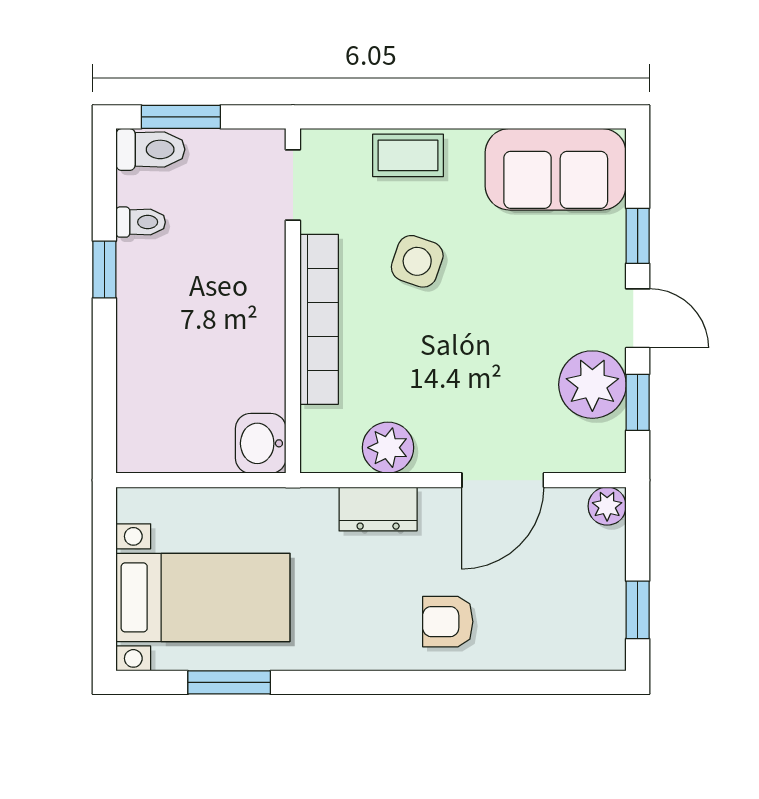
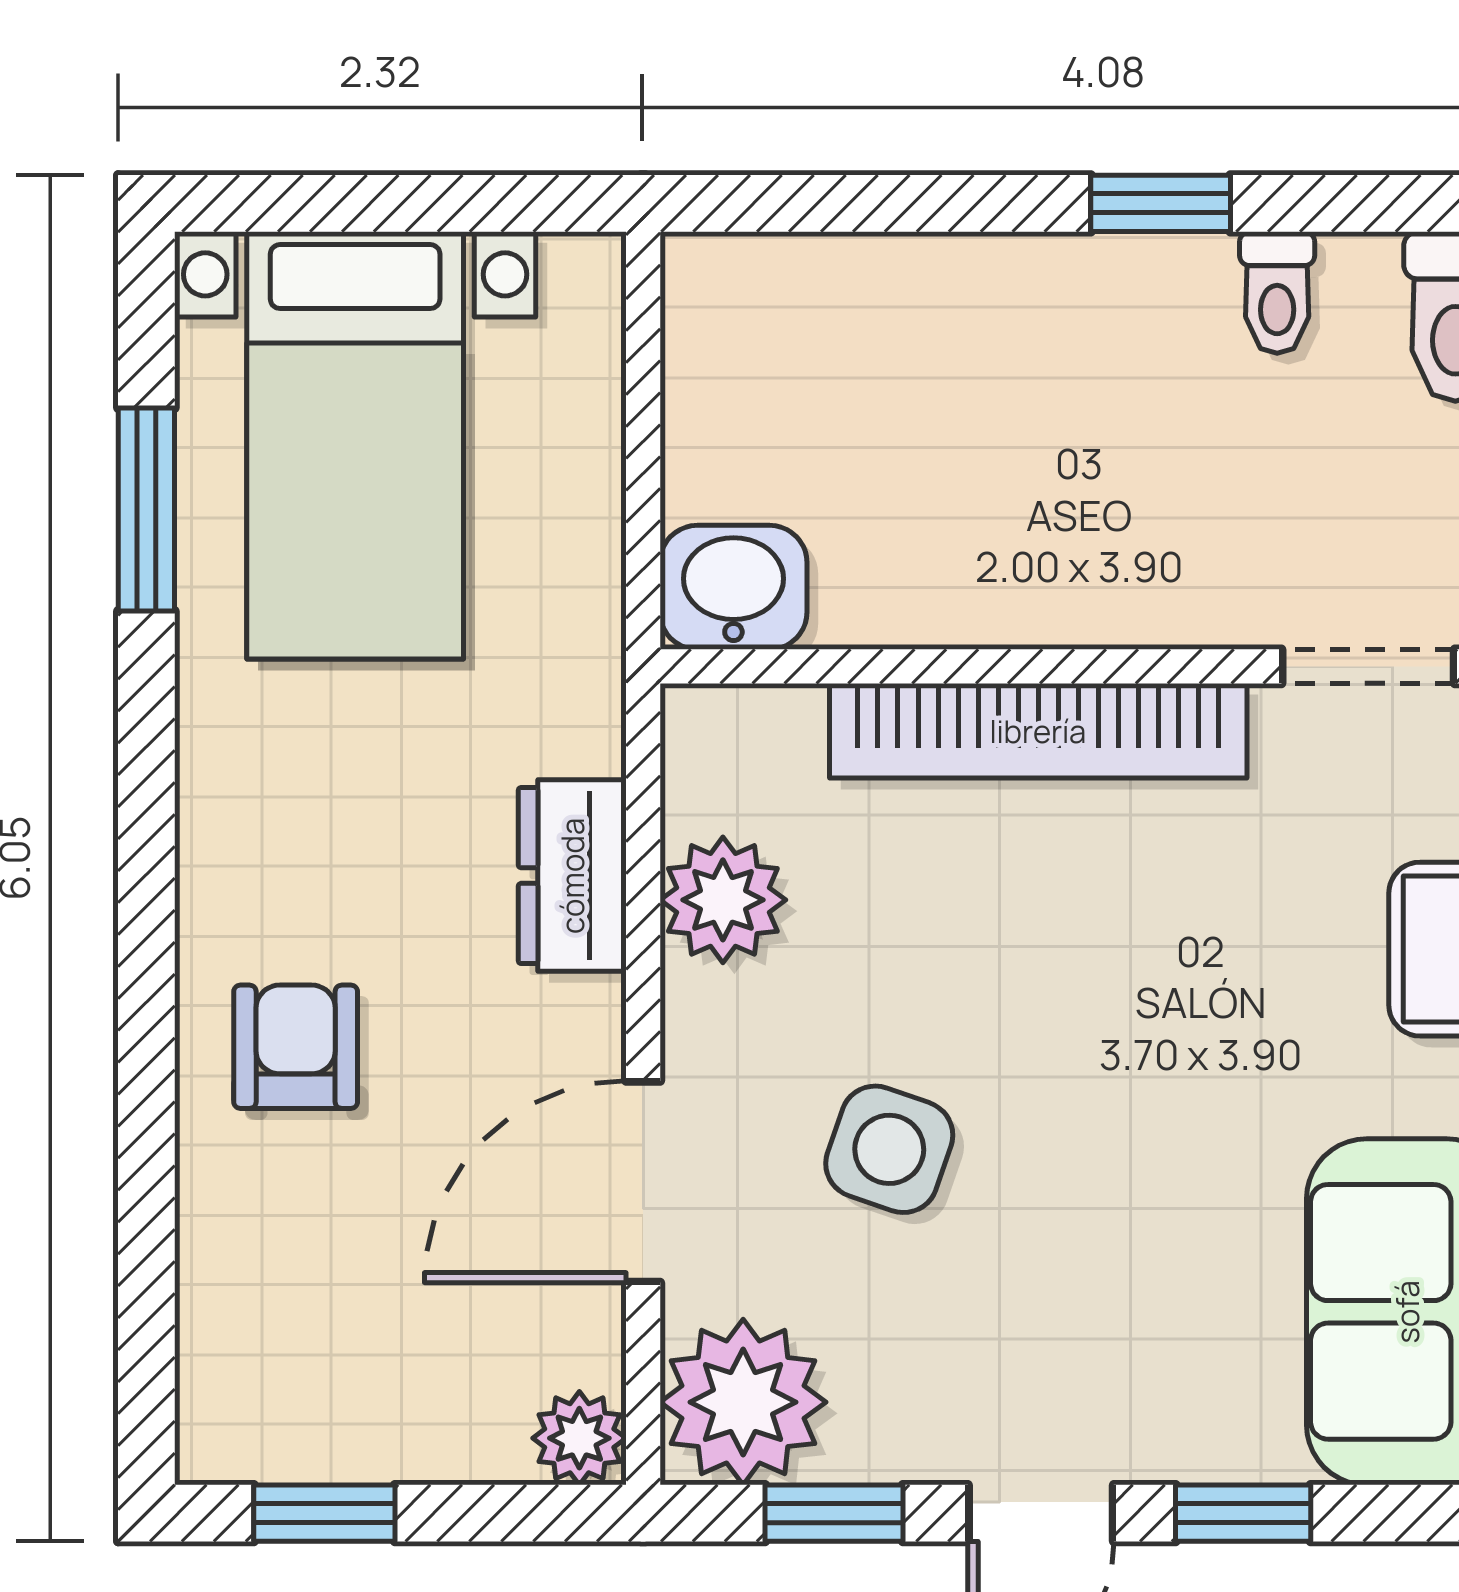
side table: (417, 261) -> (889, 1149), moved
plant: (592, 385) -> (743, 1402), moved
door: (503, 480) -> (643, 1182), hinge flipped

